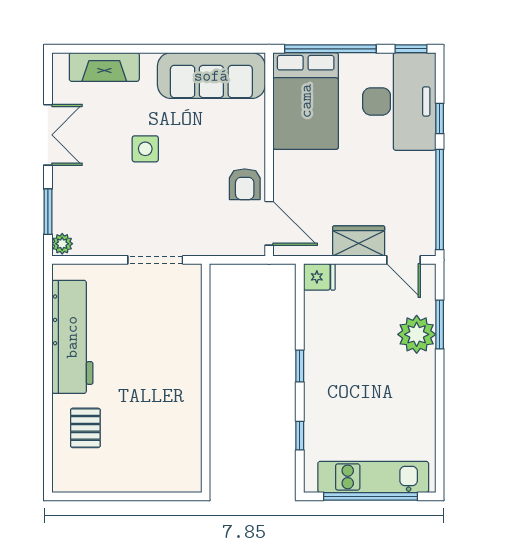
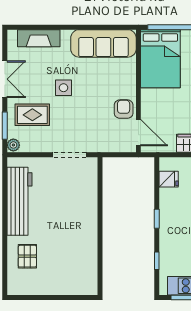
armchair: (245, 184) -> (124, 109), turned 180
rug: (94, 194) -> (32, 115), added
fridge: (319, 277) -> (169, 179), moved

